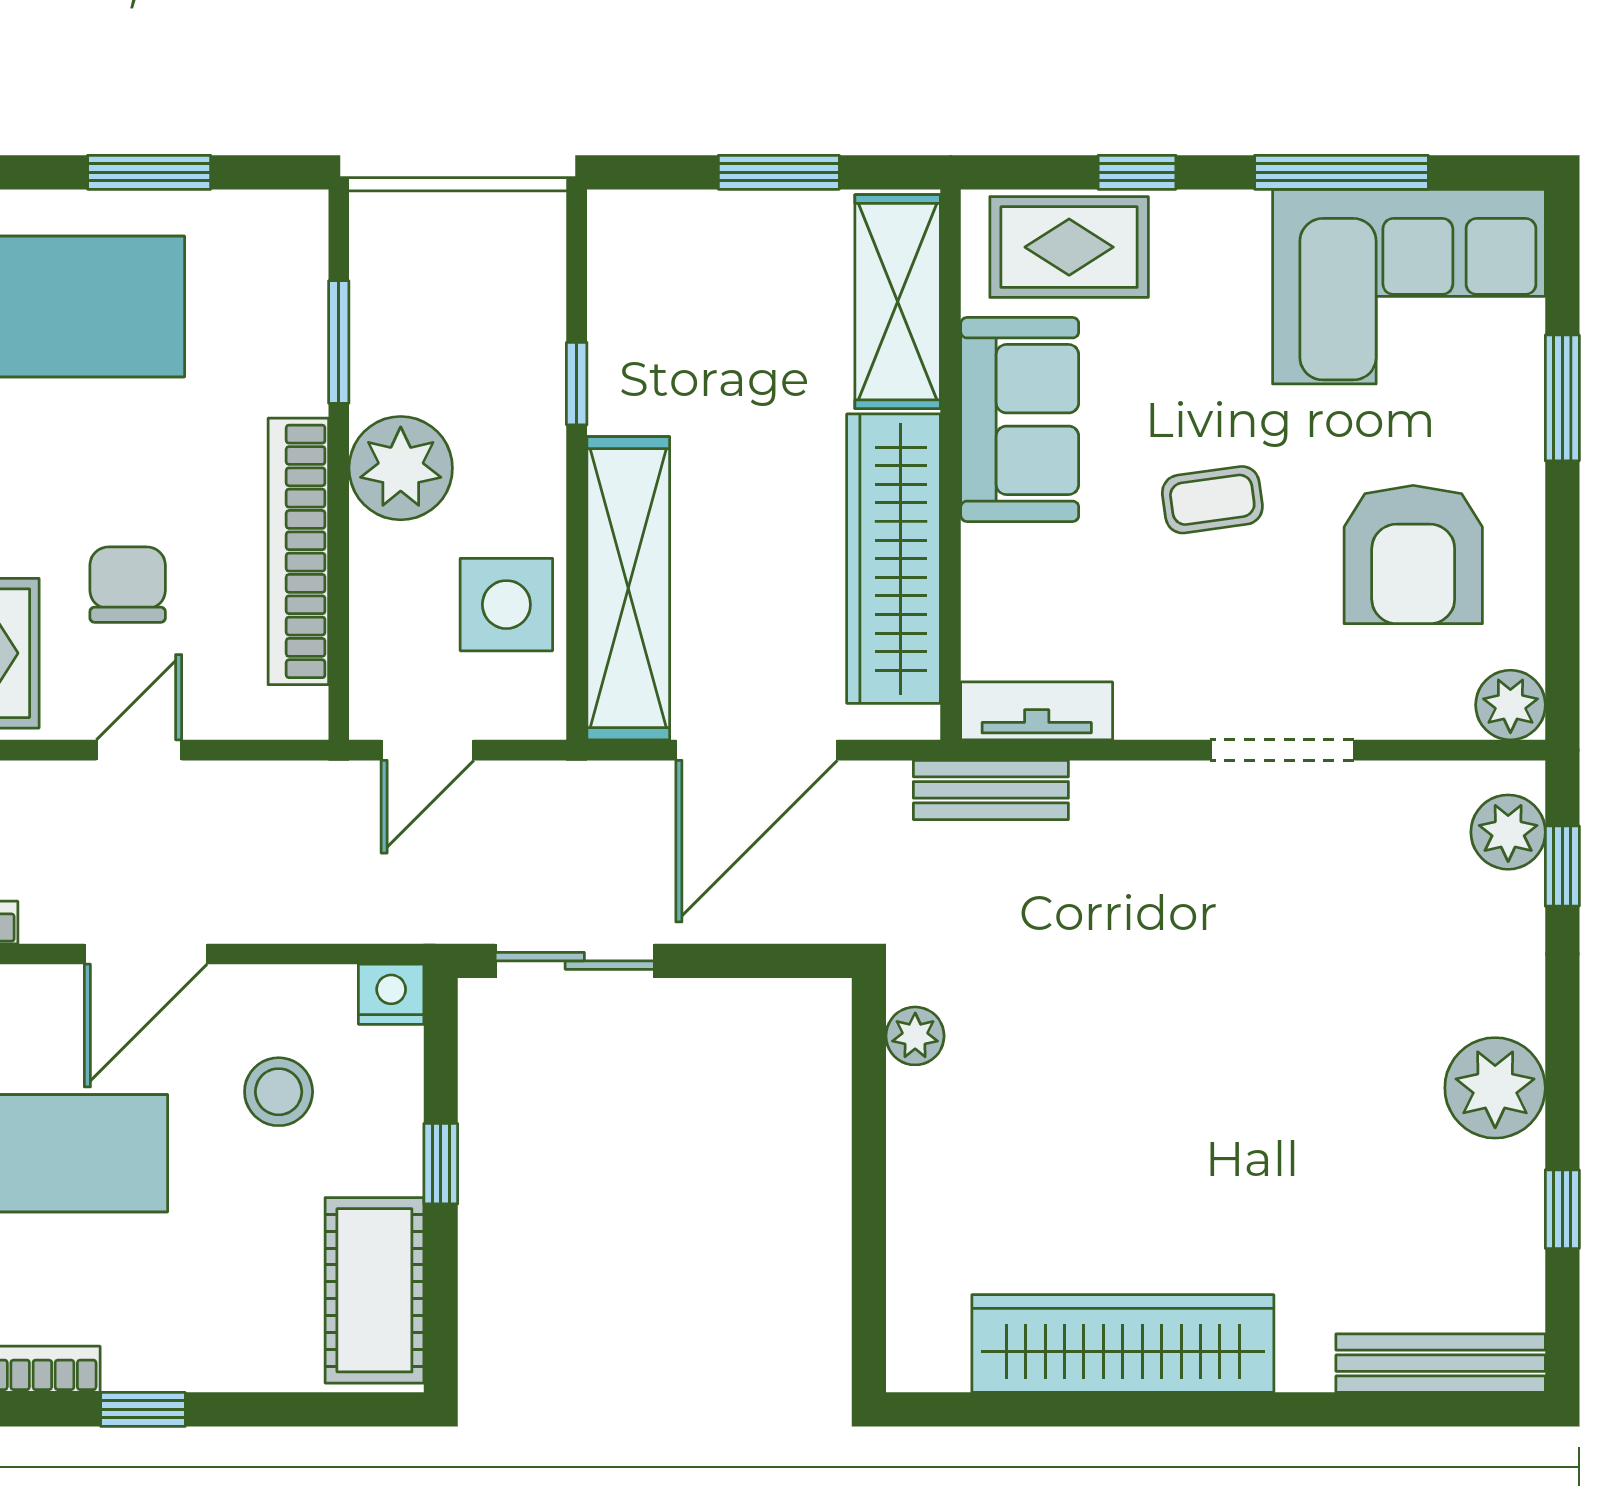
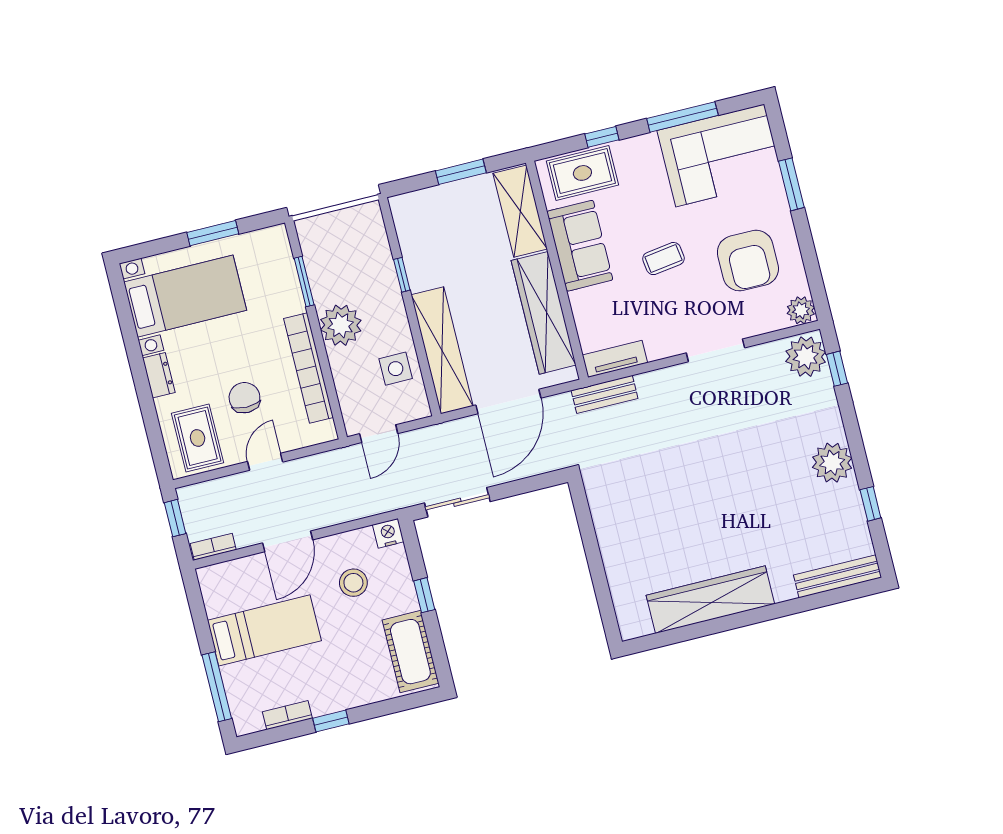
side table: (506, 605) -> (396, 369), width x0.73, depth x0.73
plant: (1508, 832) -> (806, 357), width x1.36, depth x1.36
plant: (915, 1036) -> (599, 499), removed

